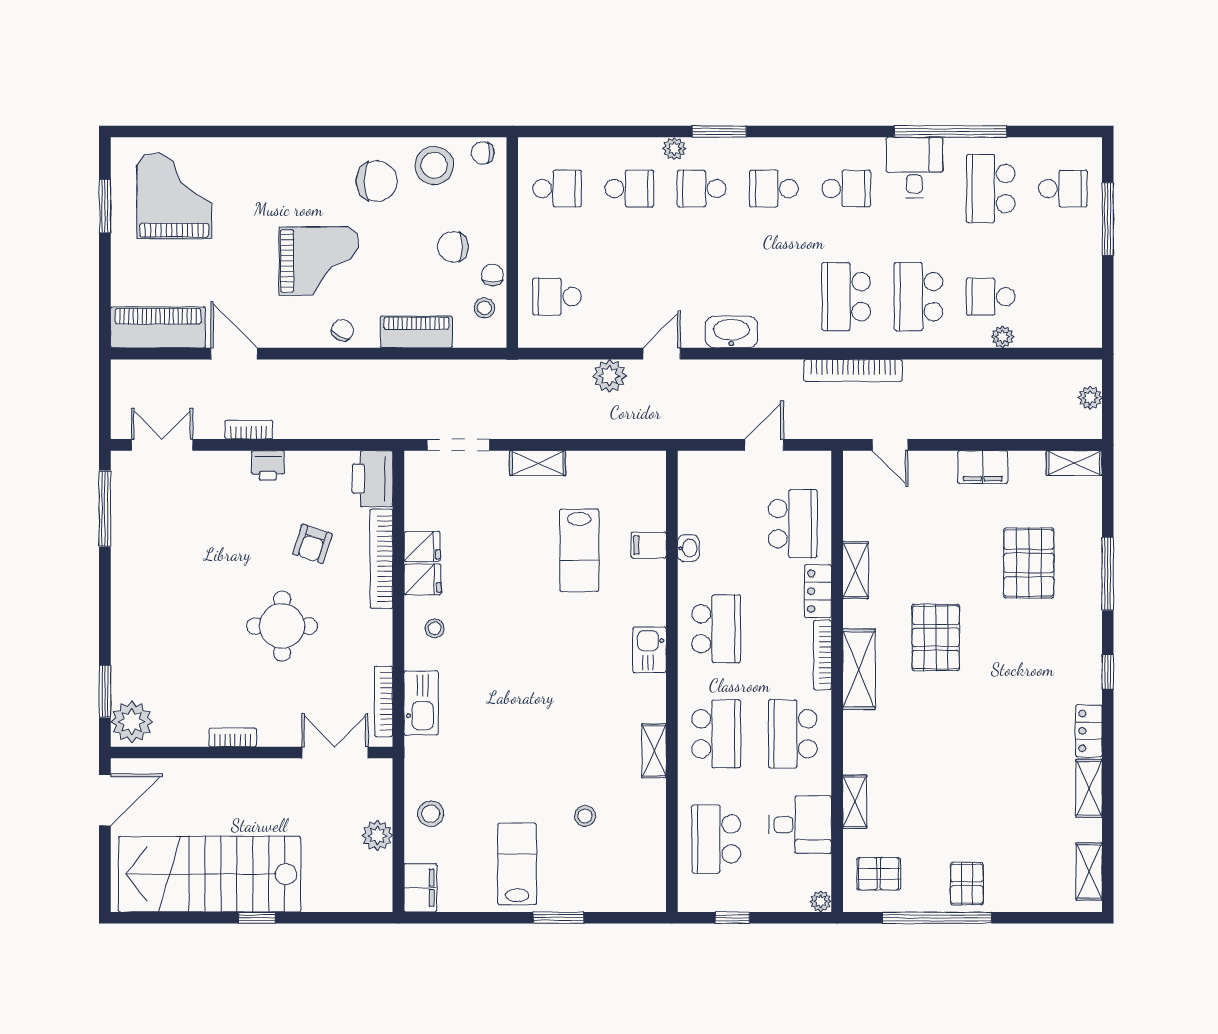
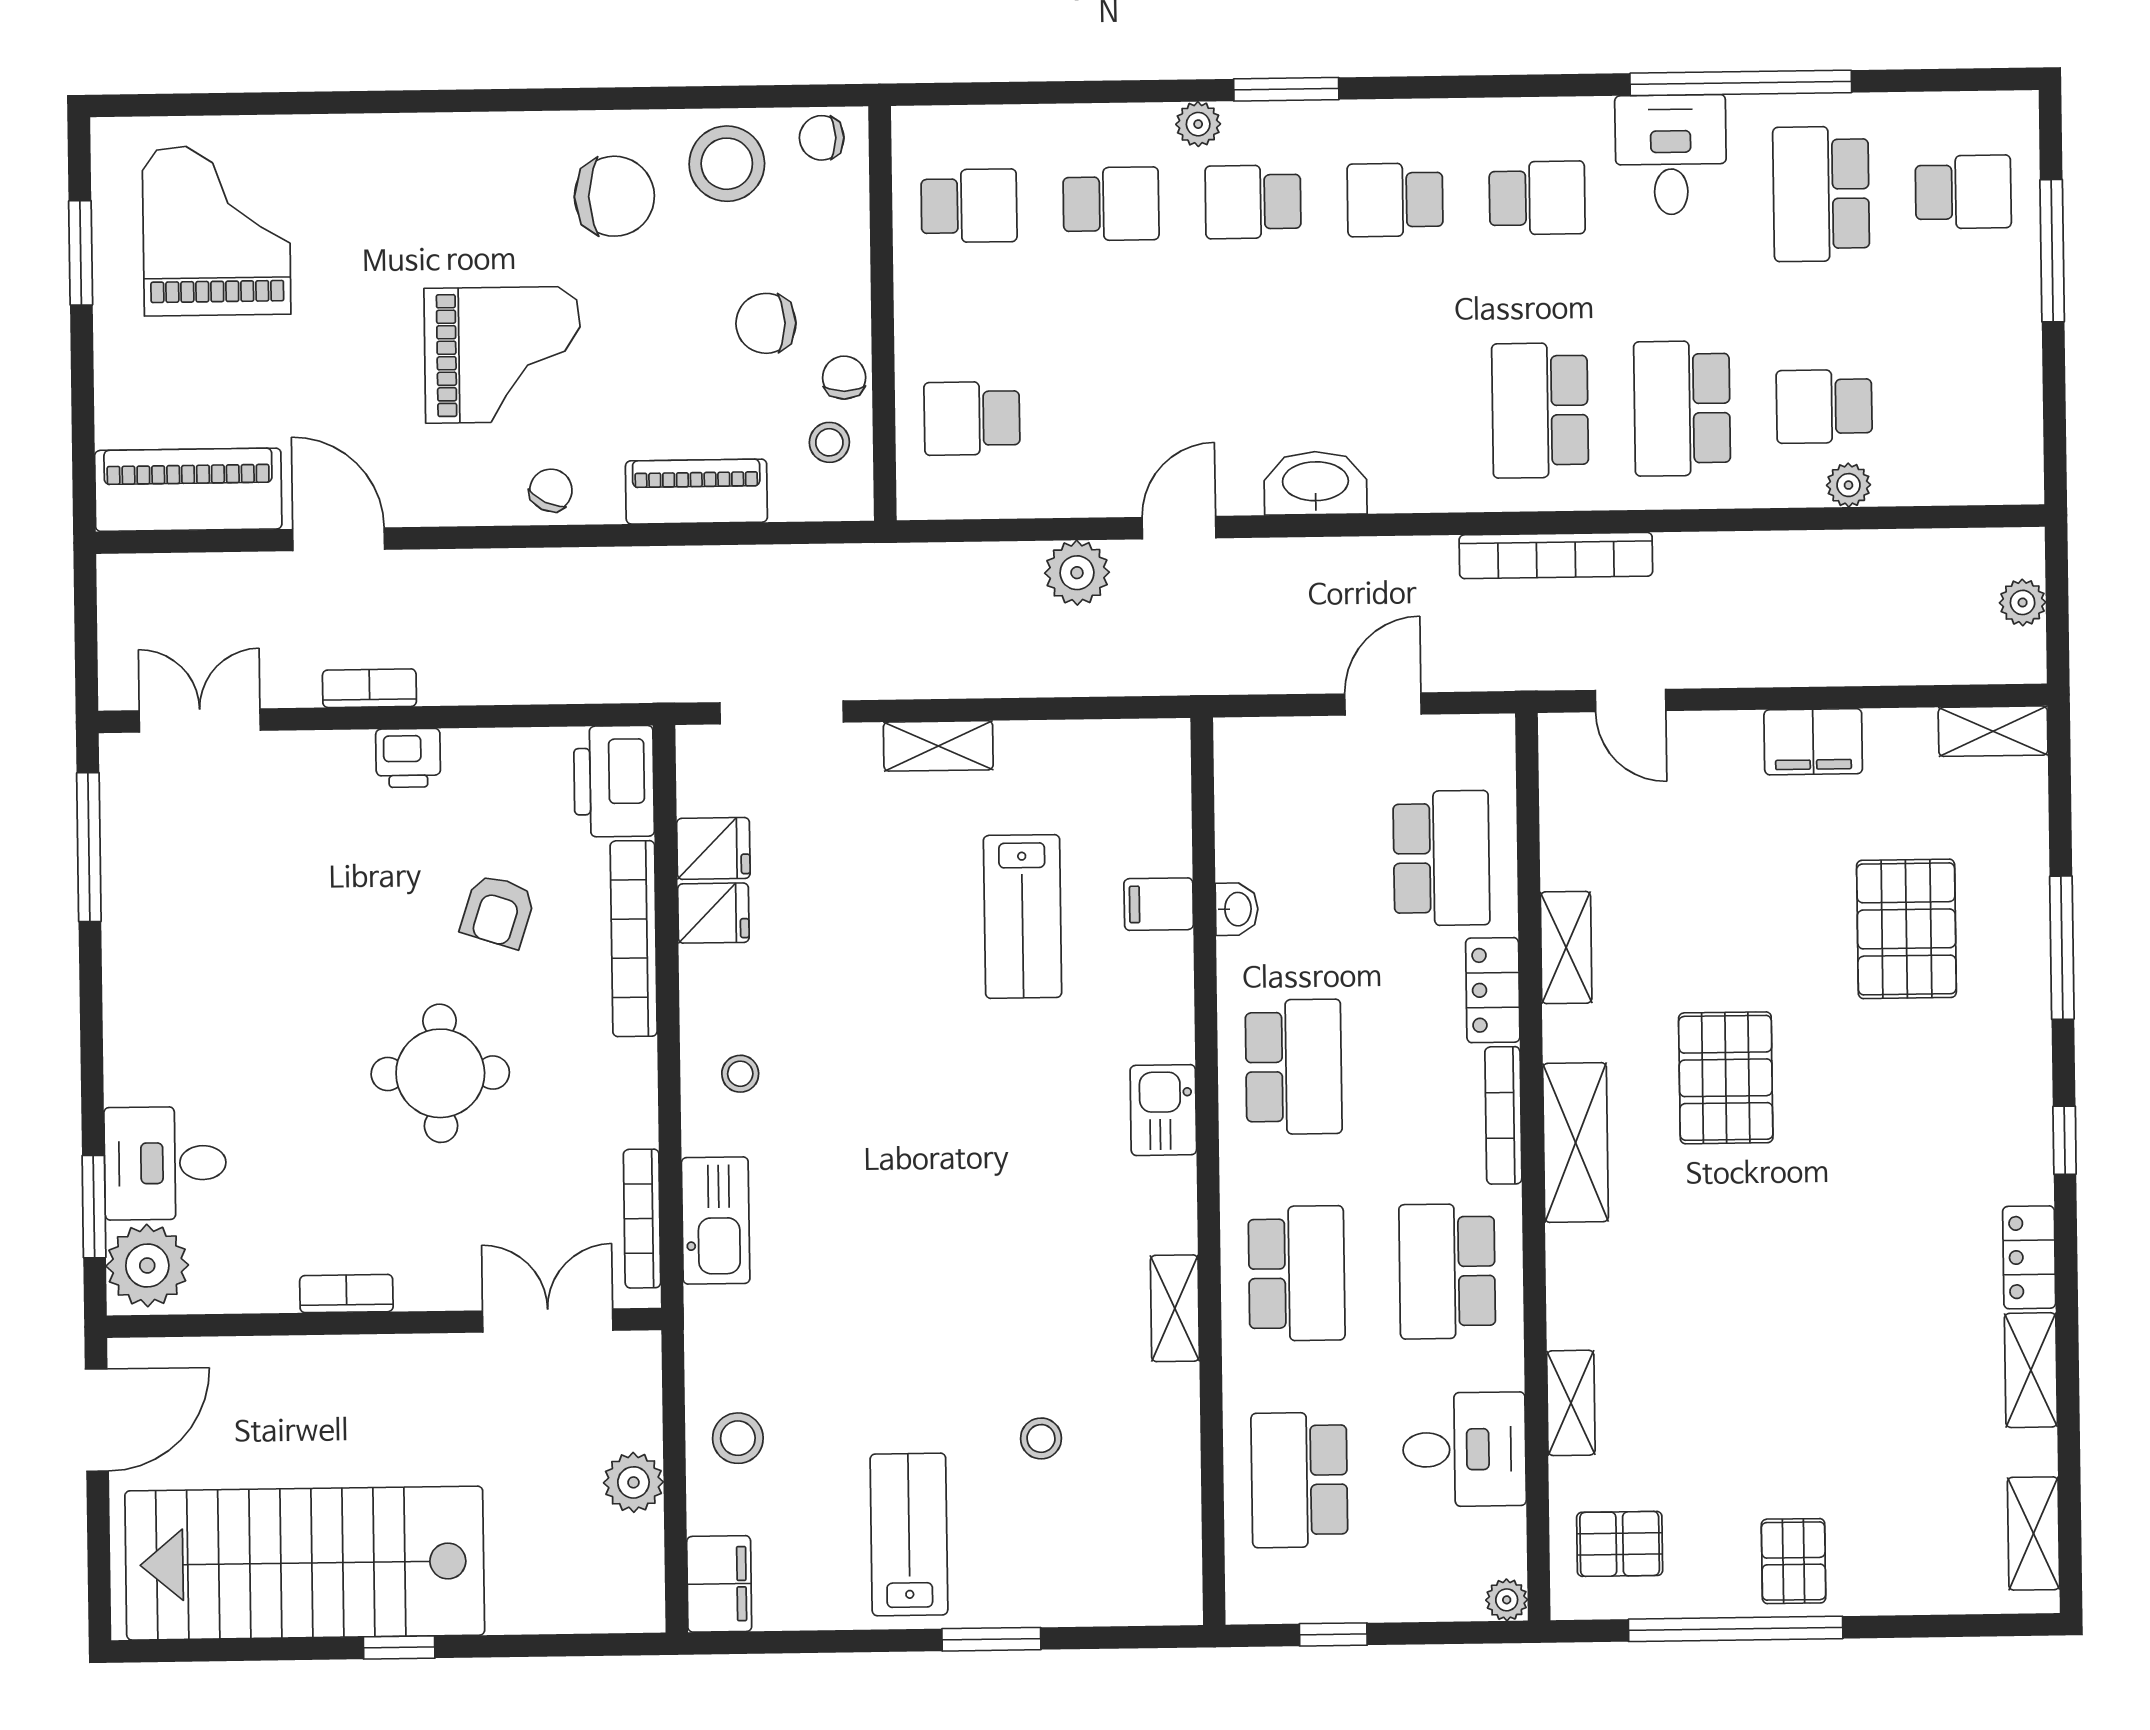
fridge: (423, 579) -> (713, 848), moved
desk: (141, 670) -> (165, 1163), added

